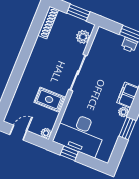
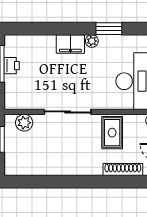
shoe rack: (48, 23) -> (123, 170), moved

